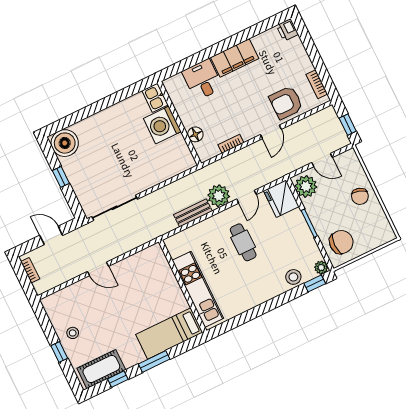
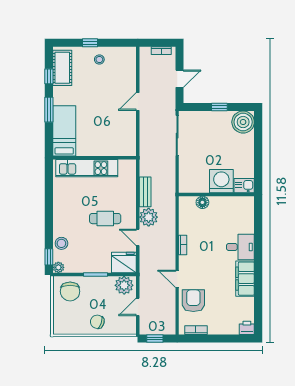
kitchen sink: (155, 98) -> (244, 186), moved
wall: (179, 123) -> (216, 195), moved
washing machine: (162, 125) -> (221, 181), moved
floor lamp: (195, 134) -> (202, 202), moved

